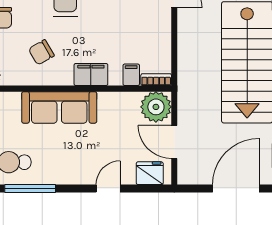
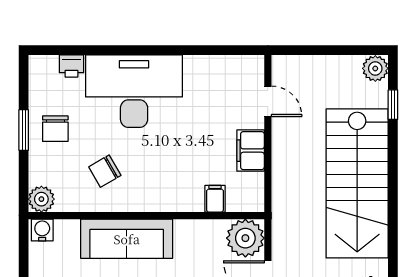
filing cabinet: (91, 74) -> (251, 151), moved, turned -90
bookcase: (156, 80) -> (246, 205), removed

